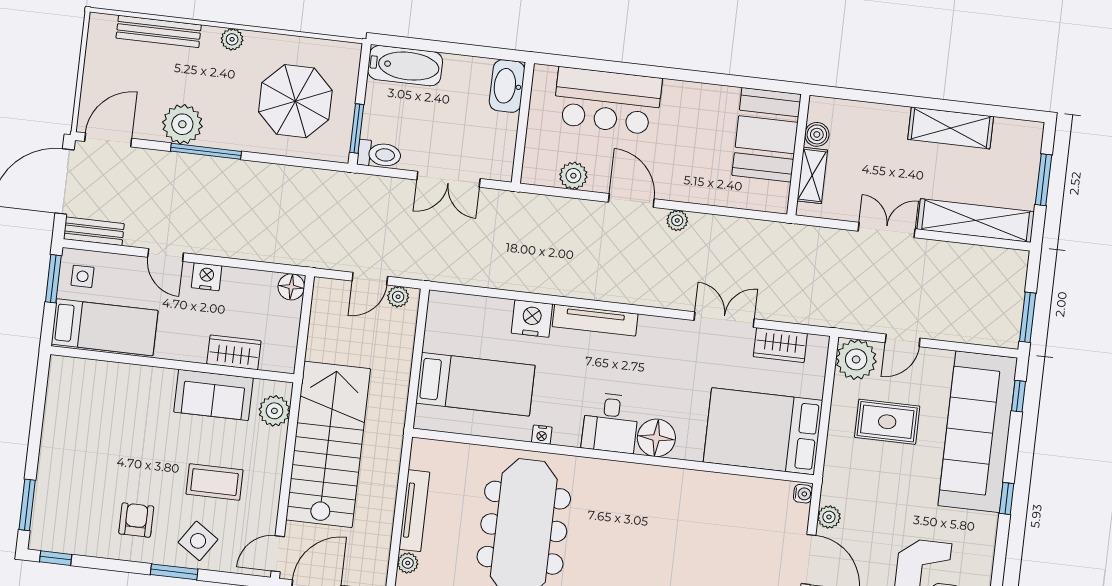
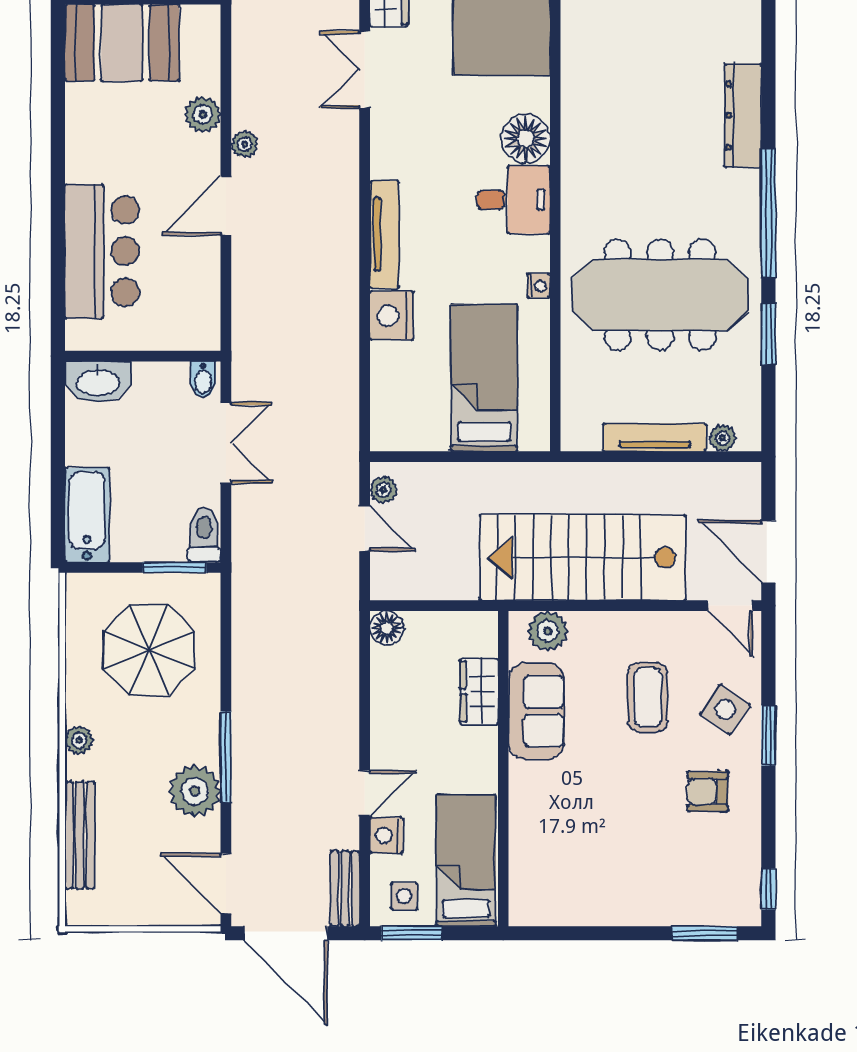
bidet: (499, 167) -> (203, 380), added
plant: (573, 176) -> (203, 114), moved
nightstand: (207, 277) -> (386, 835), moved

